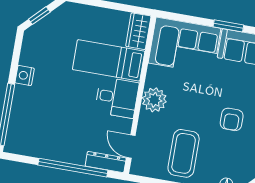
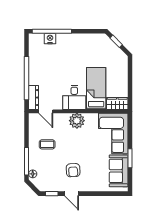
nightstand: (25, 76) -> (50, 39), moved
armchair: (232, 119) -> (73, 170), turned -93
door: (131, 147) -> (46, 111), swing flipped
coffee table: (184, 153) -> (47, 144), width x0.54, depth x0.58

